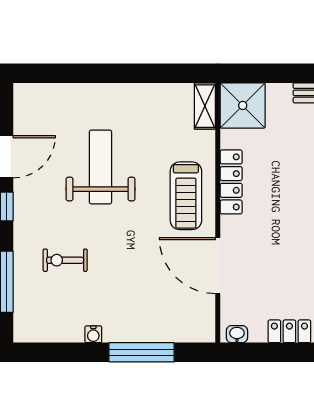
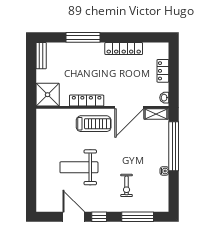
shelving: (205, 106) -> (156, 114), moved
window: (142, 352) -> (174, 146), width x1.46

